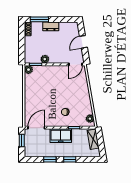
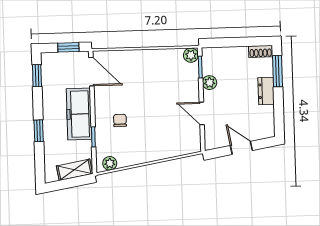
door: (76, 64) -> (202, 113), moved
freezer: (61, 136) -> (79, 114), width x1.40
window: (50, 159) -> (37, 76), moved

